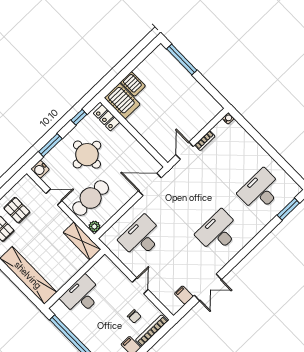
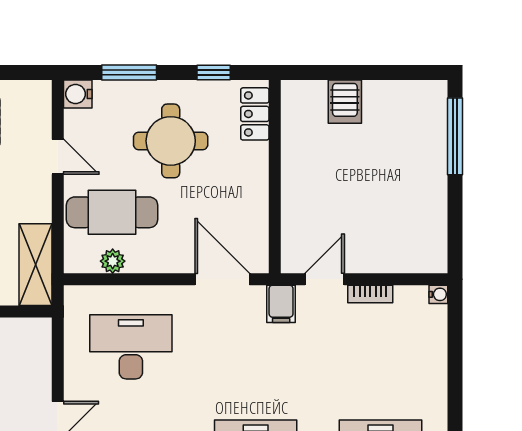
server rack: (122, 101) -> (303, 112), removed
filing cabinet: (178, 173) -> (281, 304), added
plant: (94, 226) -> (113, 261), moved

